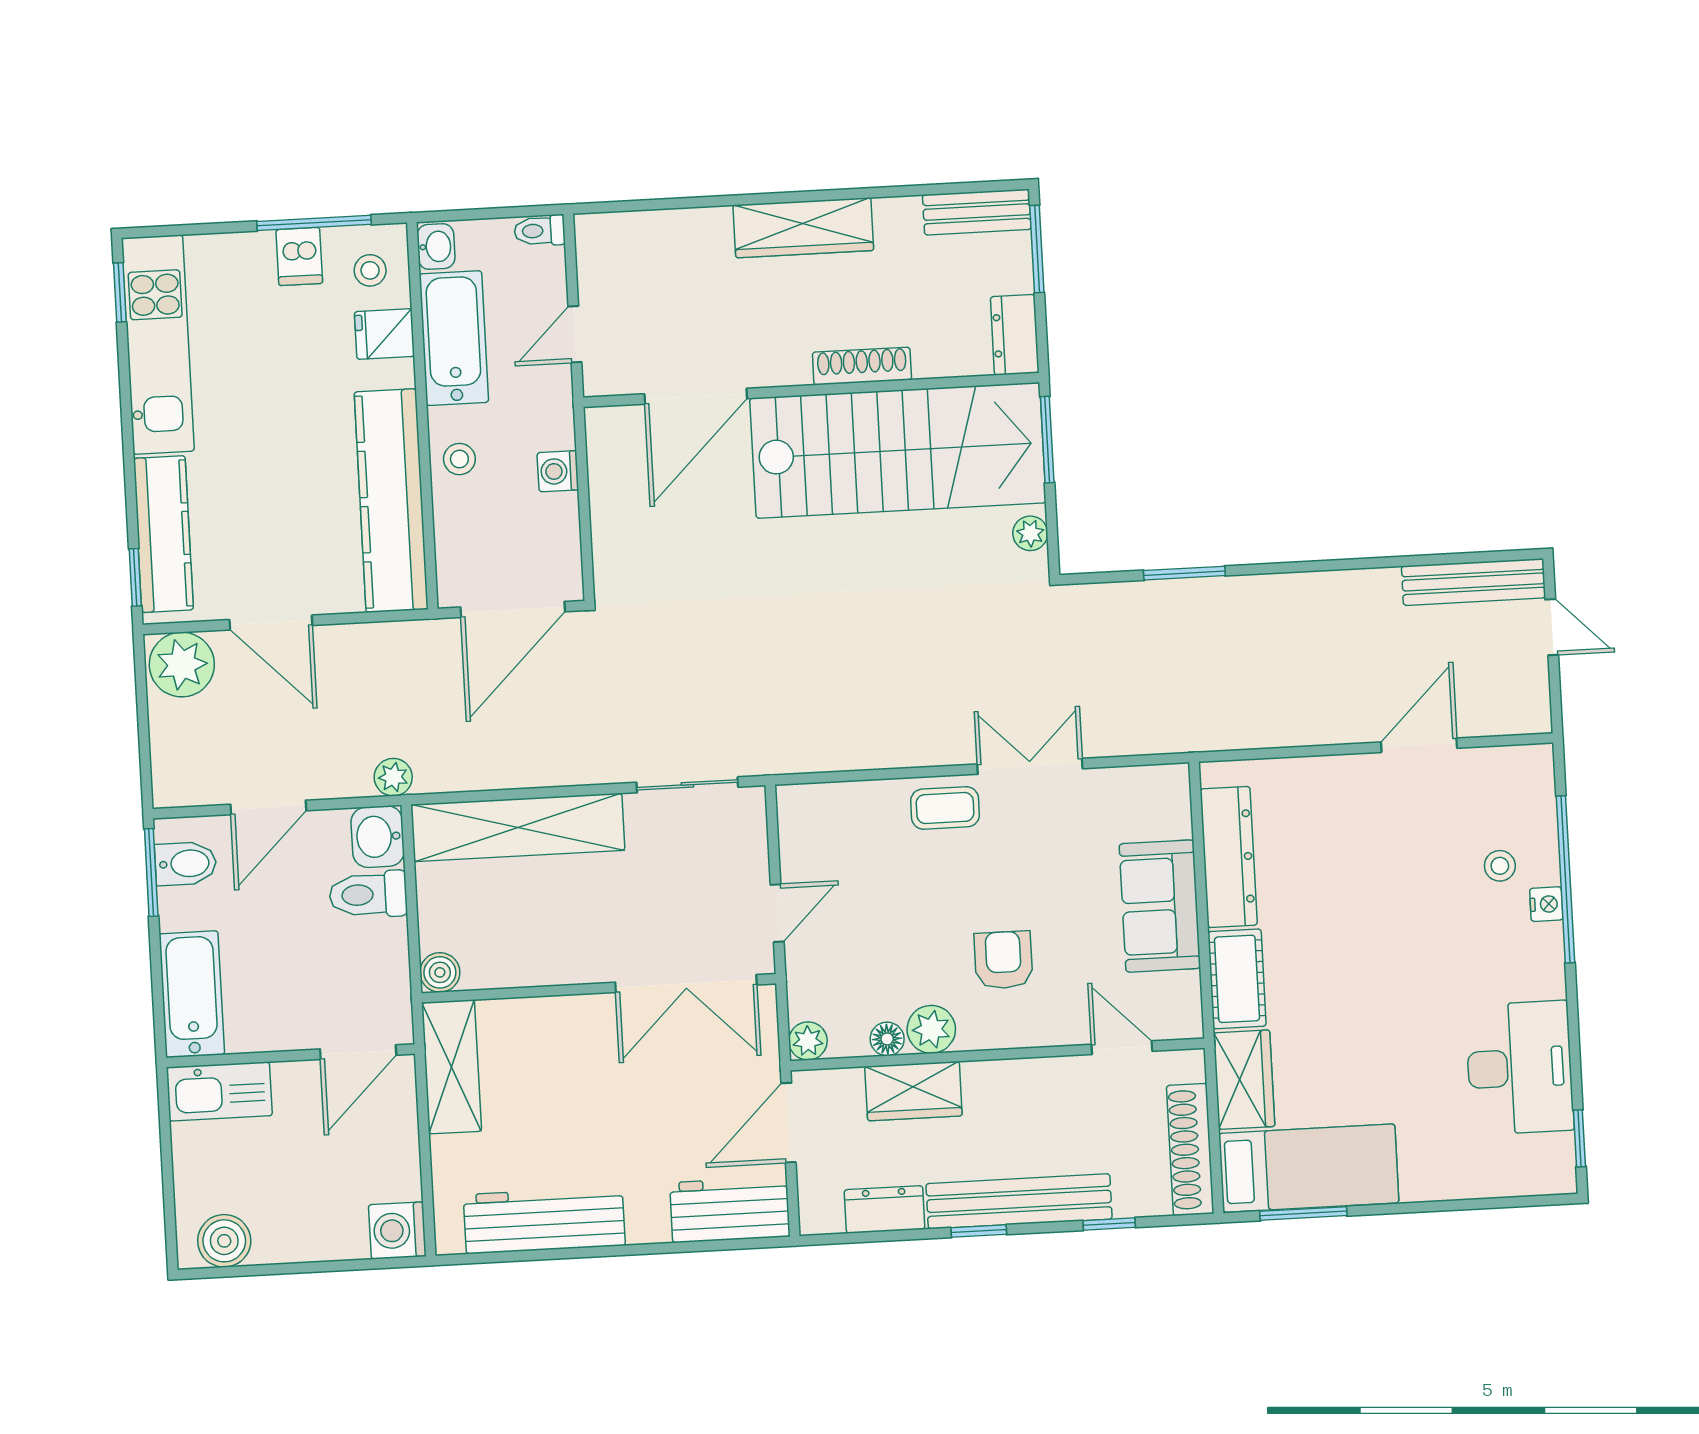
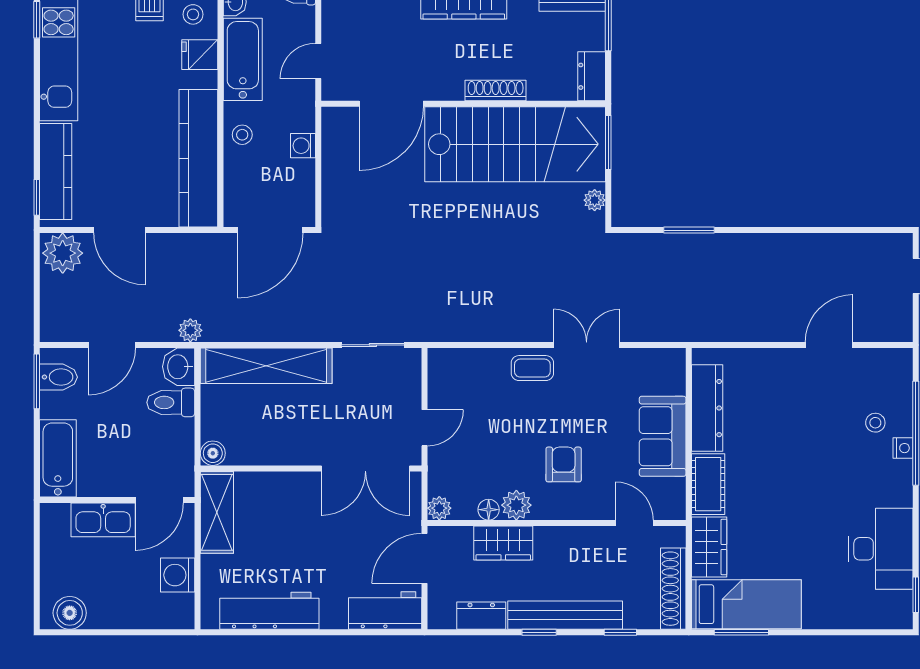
bench: (1473, 582) -> (869, 245), removed
kitchen sink: (219, 1091) -> (103, 520), moved
washing machine: (397, 1231) -> (178, 575), moved

